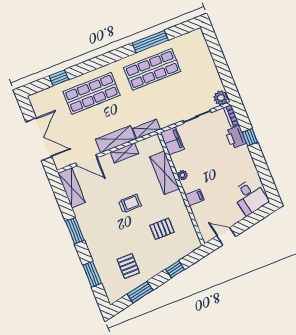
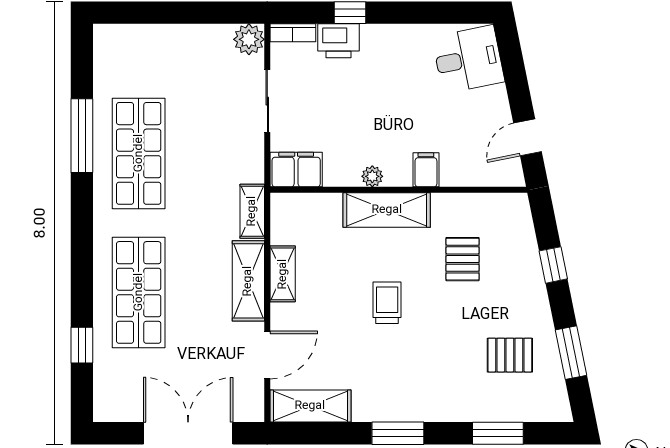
shelving: (165, 173) -> (387, 210), moved

